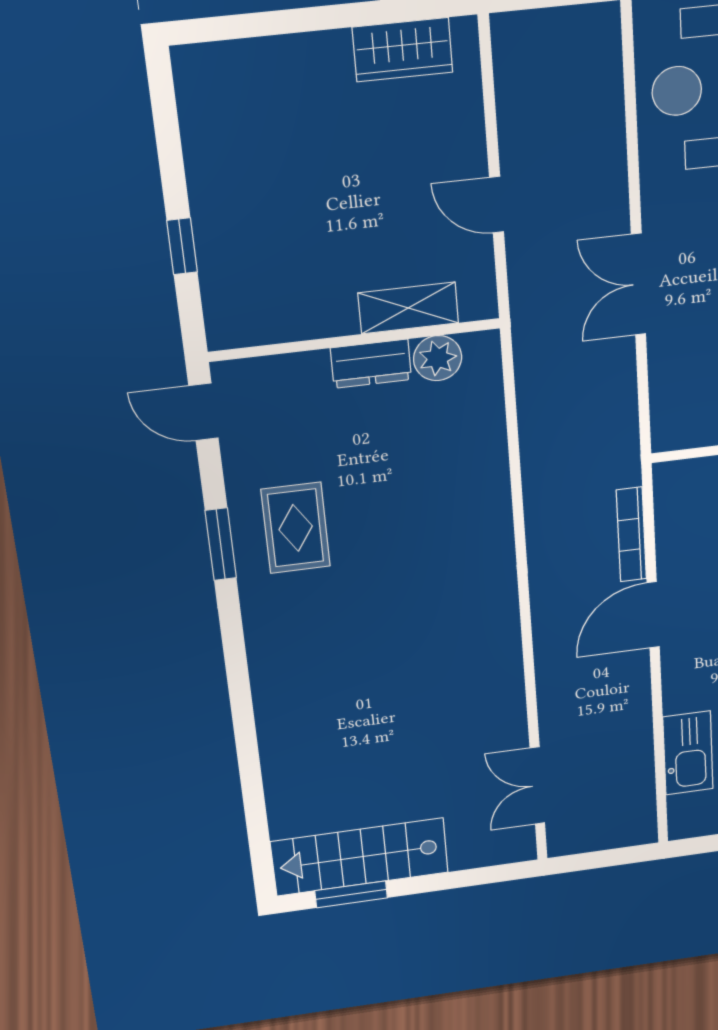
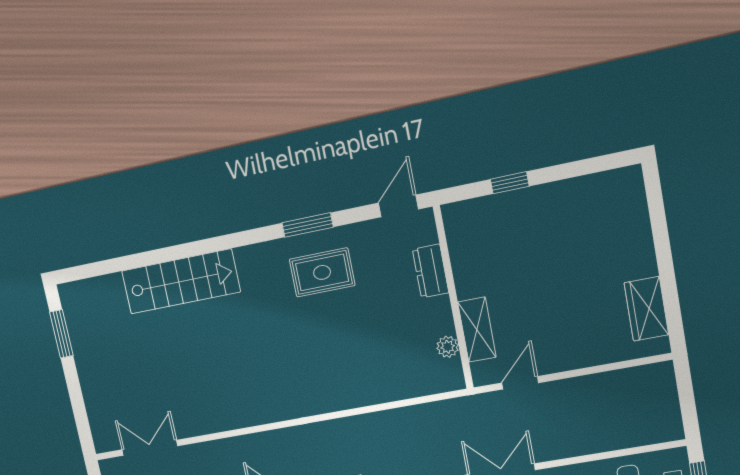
door: (497, 205) -> (520, 383), moved
plant: (438, 358) -> (448, 347), width x0.73, depth x0.73
dresser: (371, 364) -> (431, 271), moved
stairs: (360, 857) -> (181, 282), moved, turned 90

